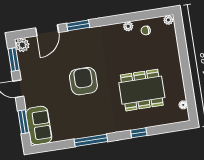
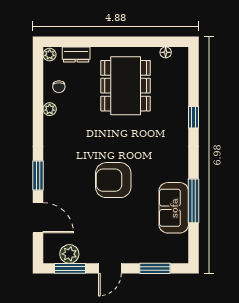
dresser: (171, 39) -> (76, 54), added
plant: (22, 45) -> (69, 254), moved
dining table: (142, 90) -> (126, 86), moved
sofa: (39, 126) -> (174, 208), moved, turned -90
window: (91, 140) -> (193, 201), moved

